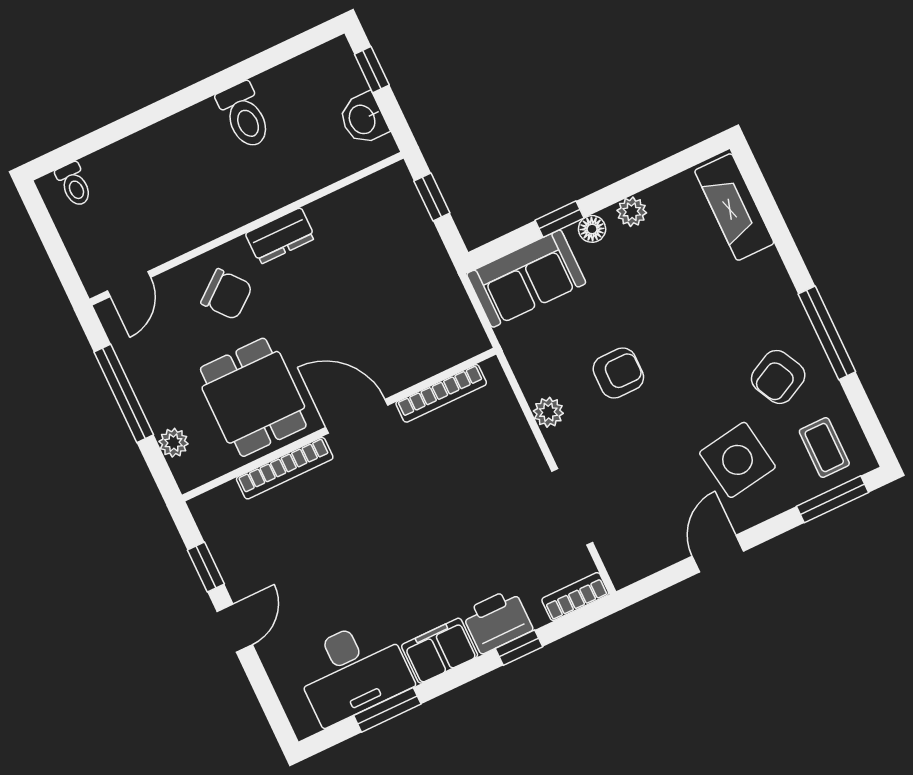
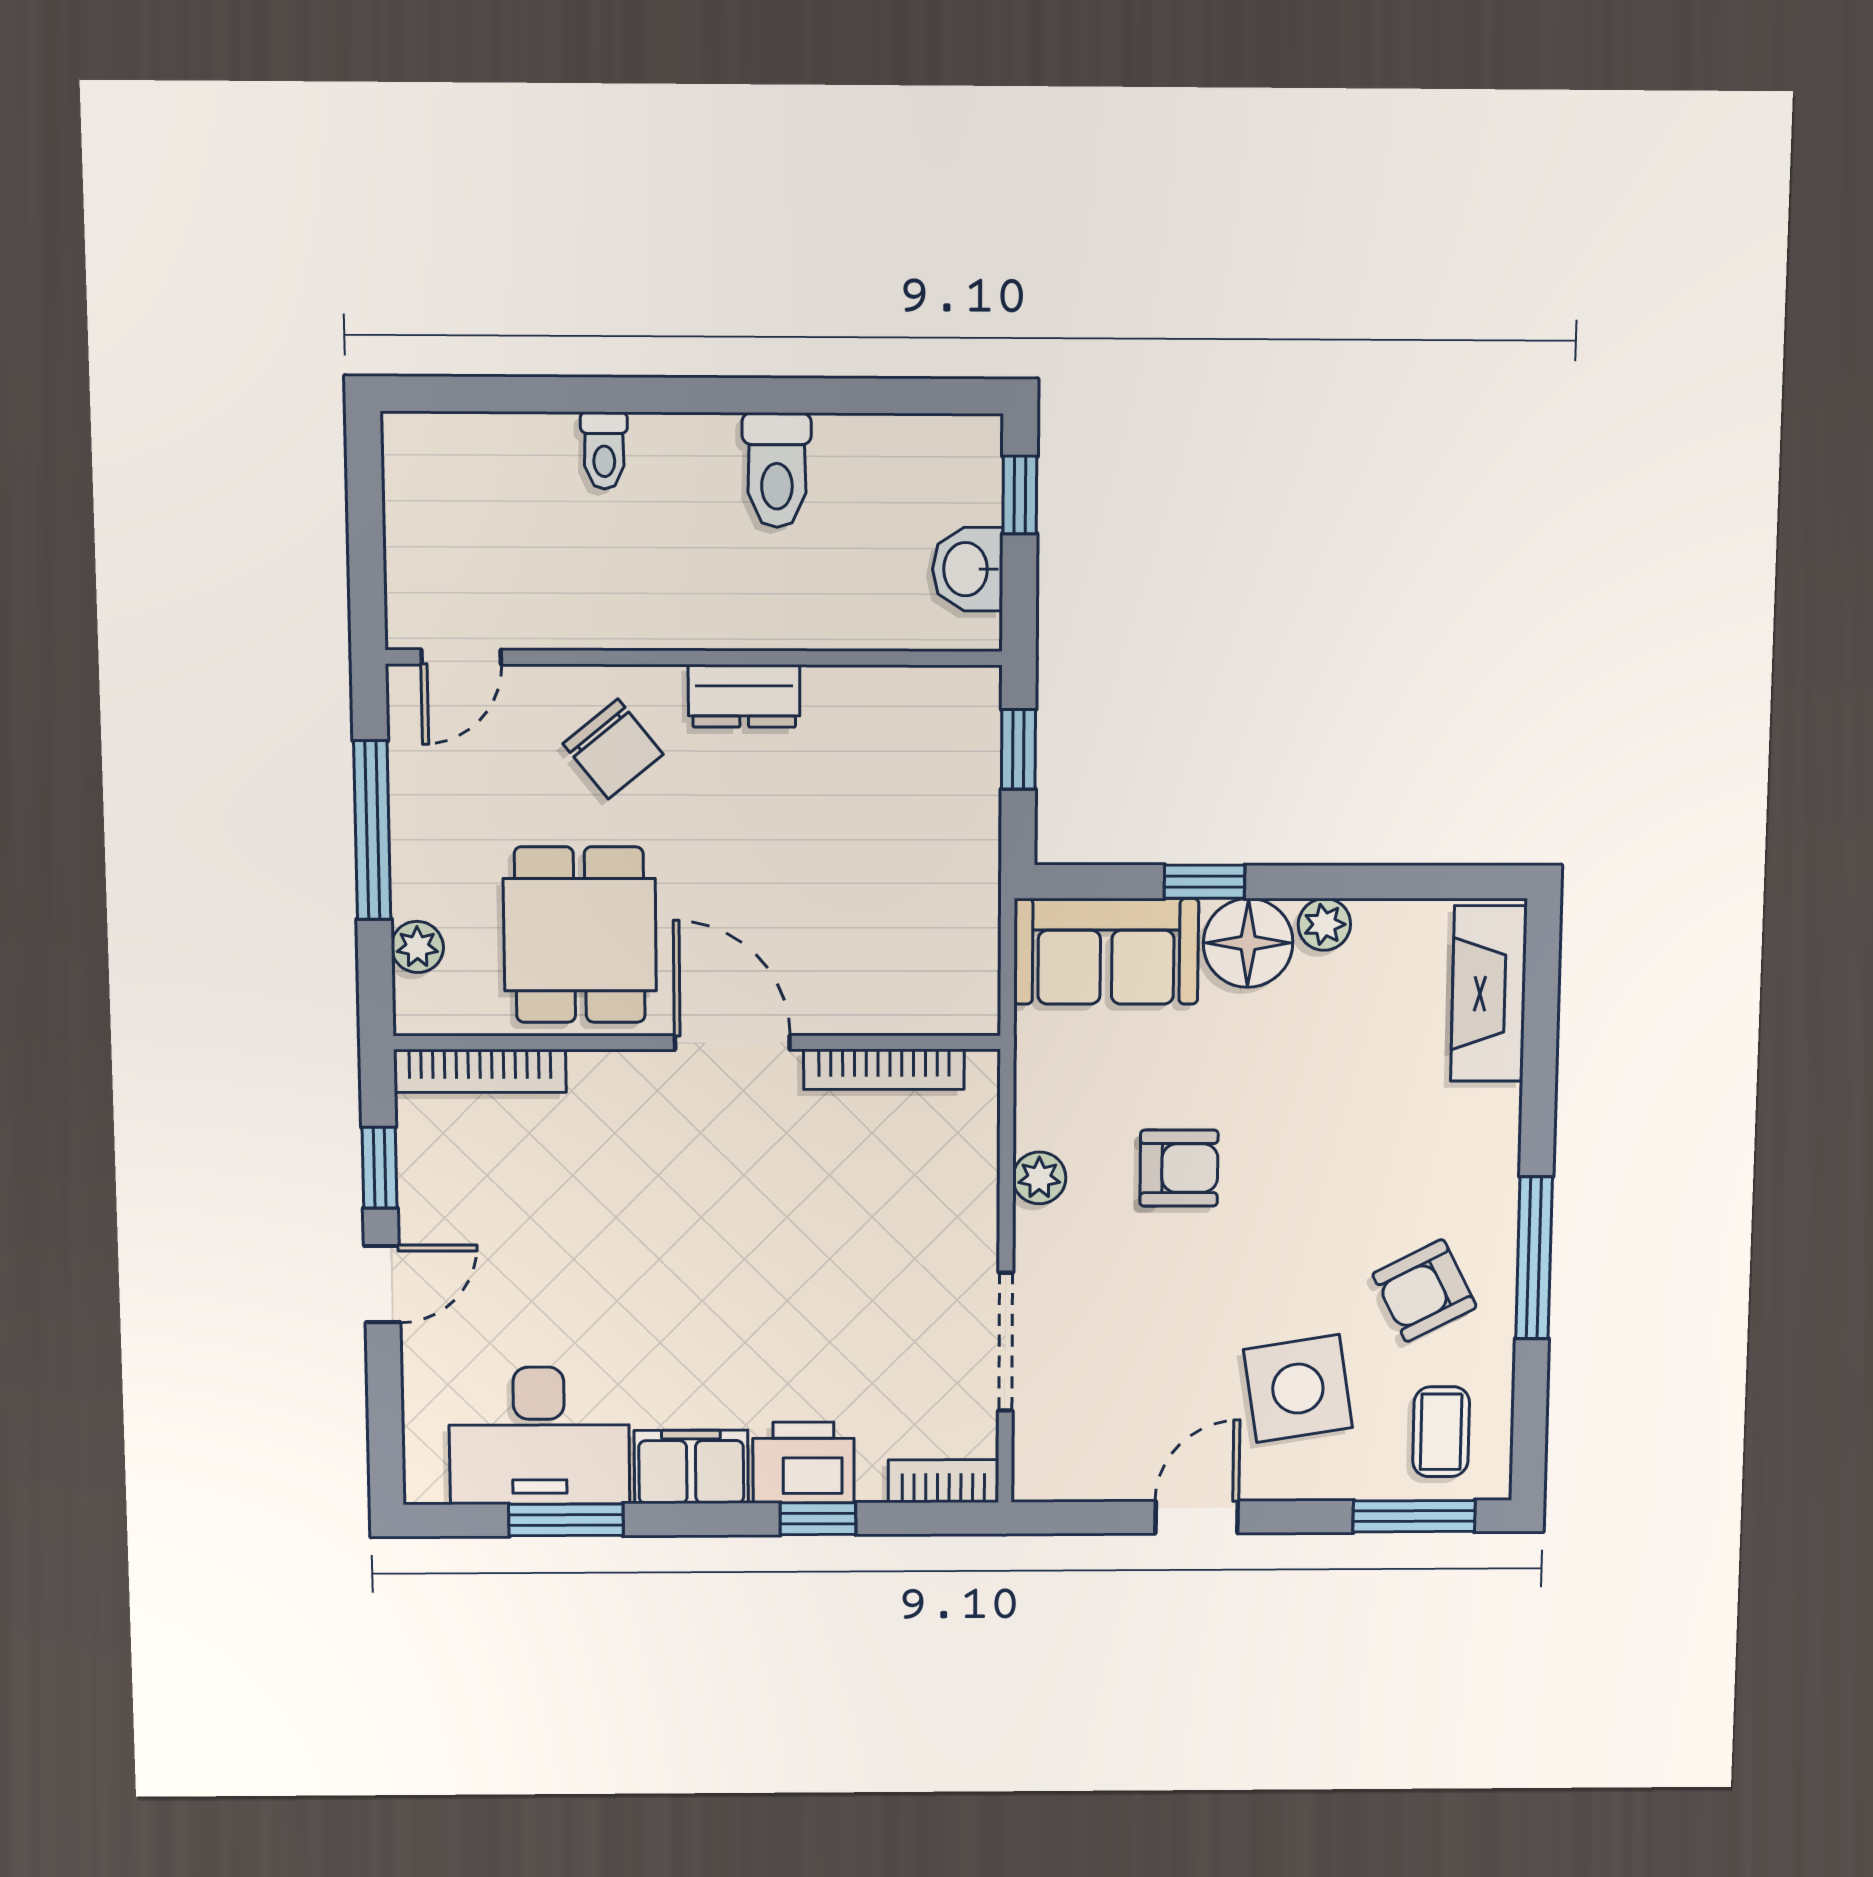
toilet: (74, 184) -> (604, 450), moved
floor lamp: (592, 229) -> (1248, 943), width x1.89, depth x1.89
bookcase: (285, 468) -> (480, 1071), moved

